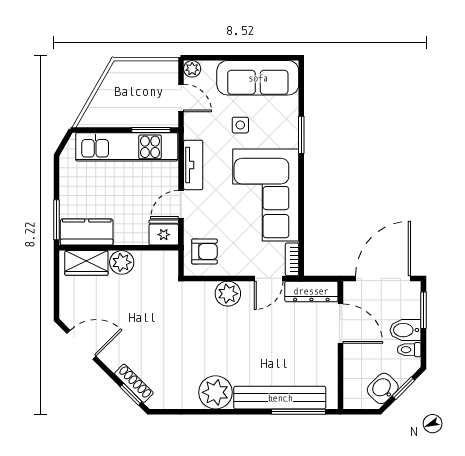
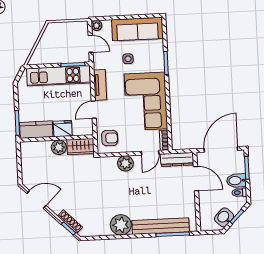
fridge: (164, 233) -> (63, 129), moved
wardrobe: (86, 263) -> (81, 147), moved

